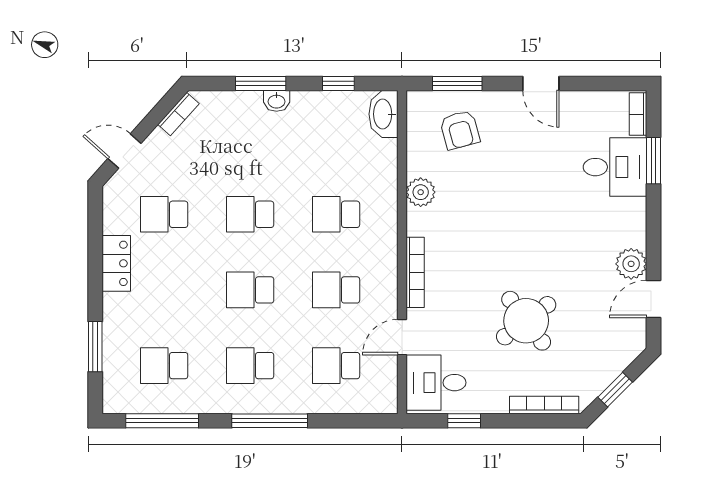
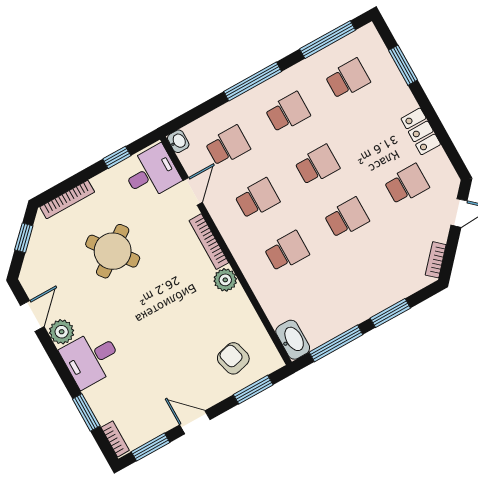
window: (338, 84) -> (336, 343), width x2.17
window: (604, 84) -> (151, 447), added
washbasin: (277, 101) -> (178, 141), moved, turned 90
desk: (615, 167) -> (91, 358), moved
plant: (421, 192) -> (225, 280), moved

